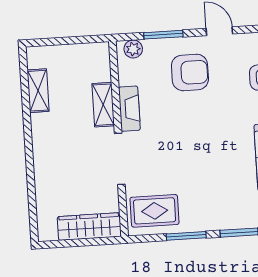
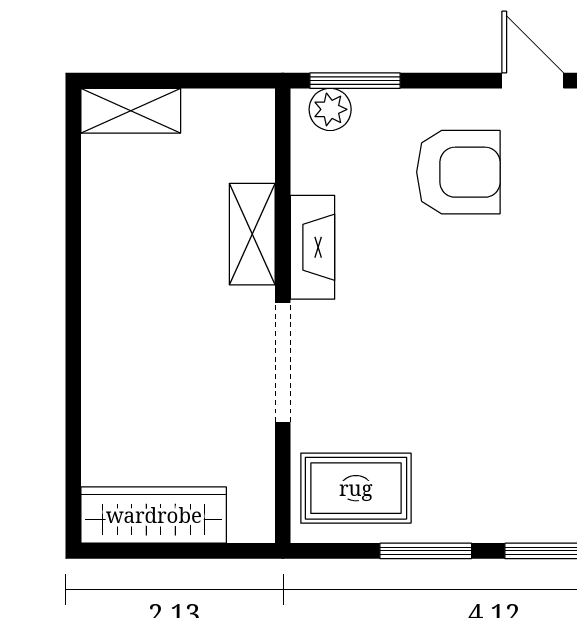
window: (163, 35) -> (355, 81), moved
shelving: (38, 91) -> (131, 111), moved, turned 90
wardrobe: (89, 227) -> (154, 515), moved

